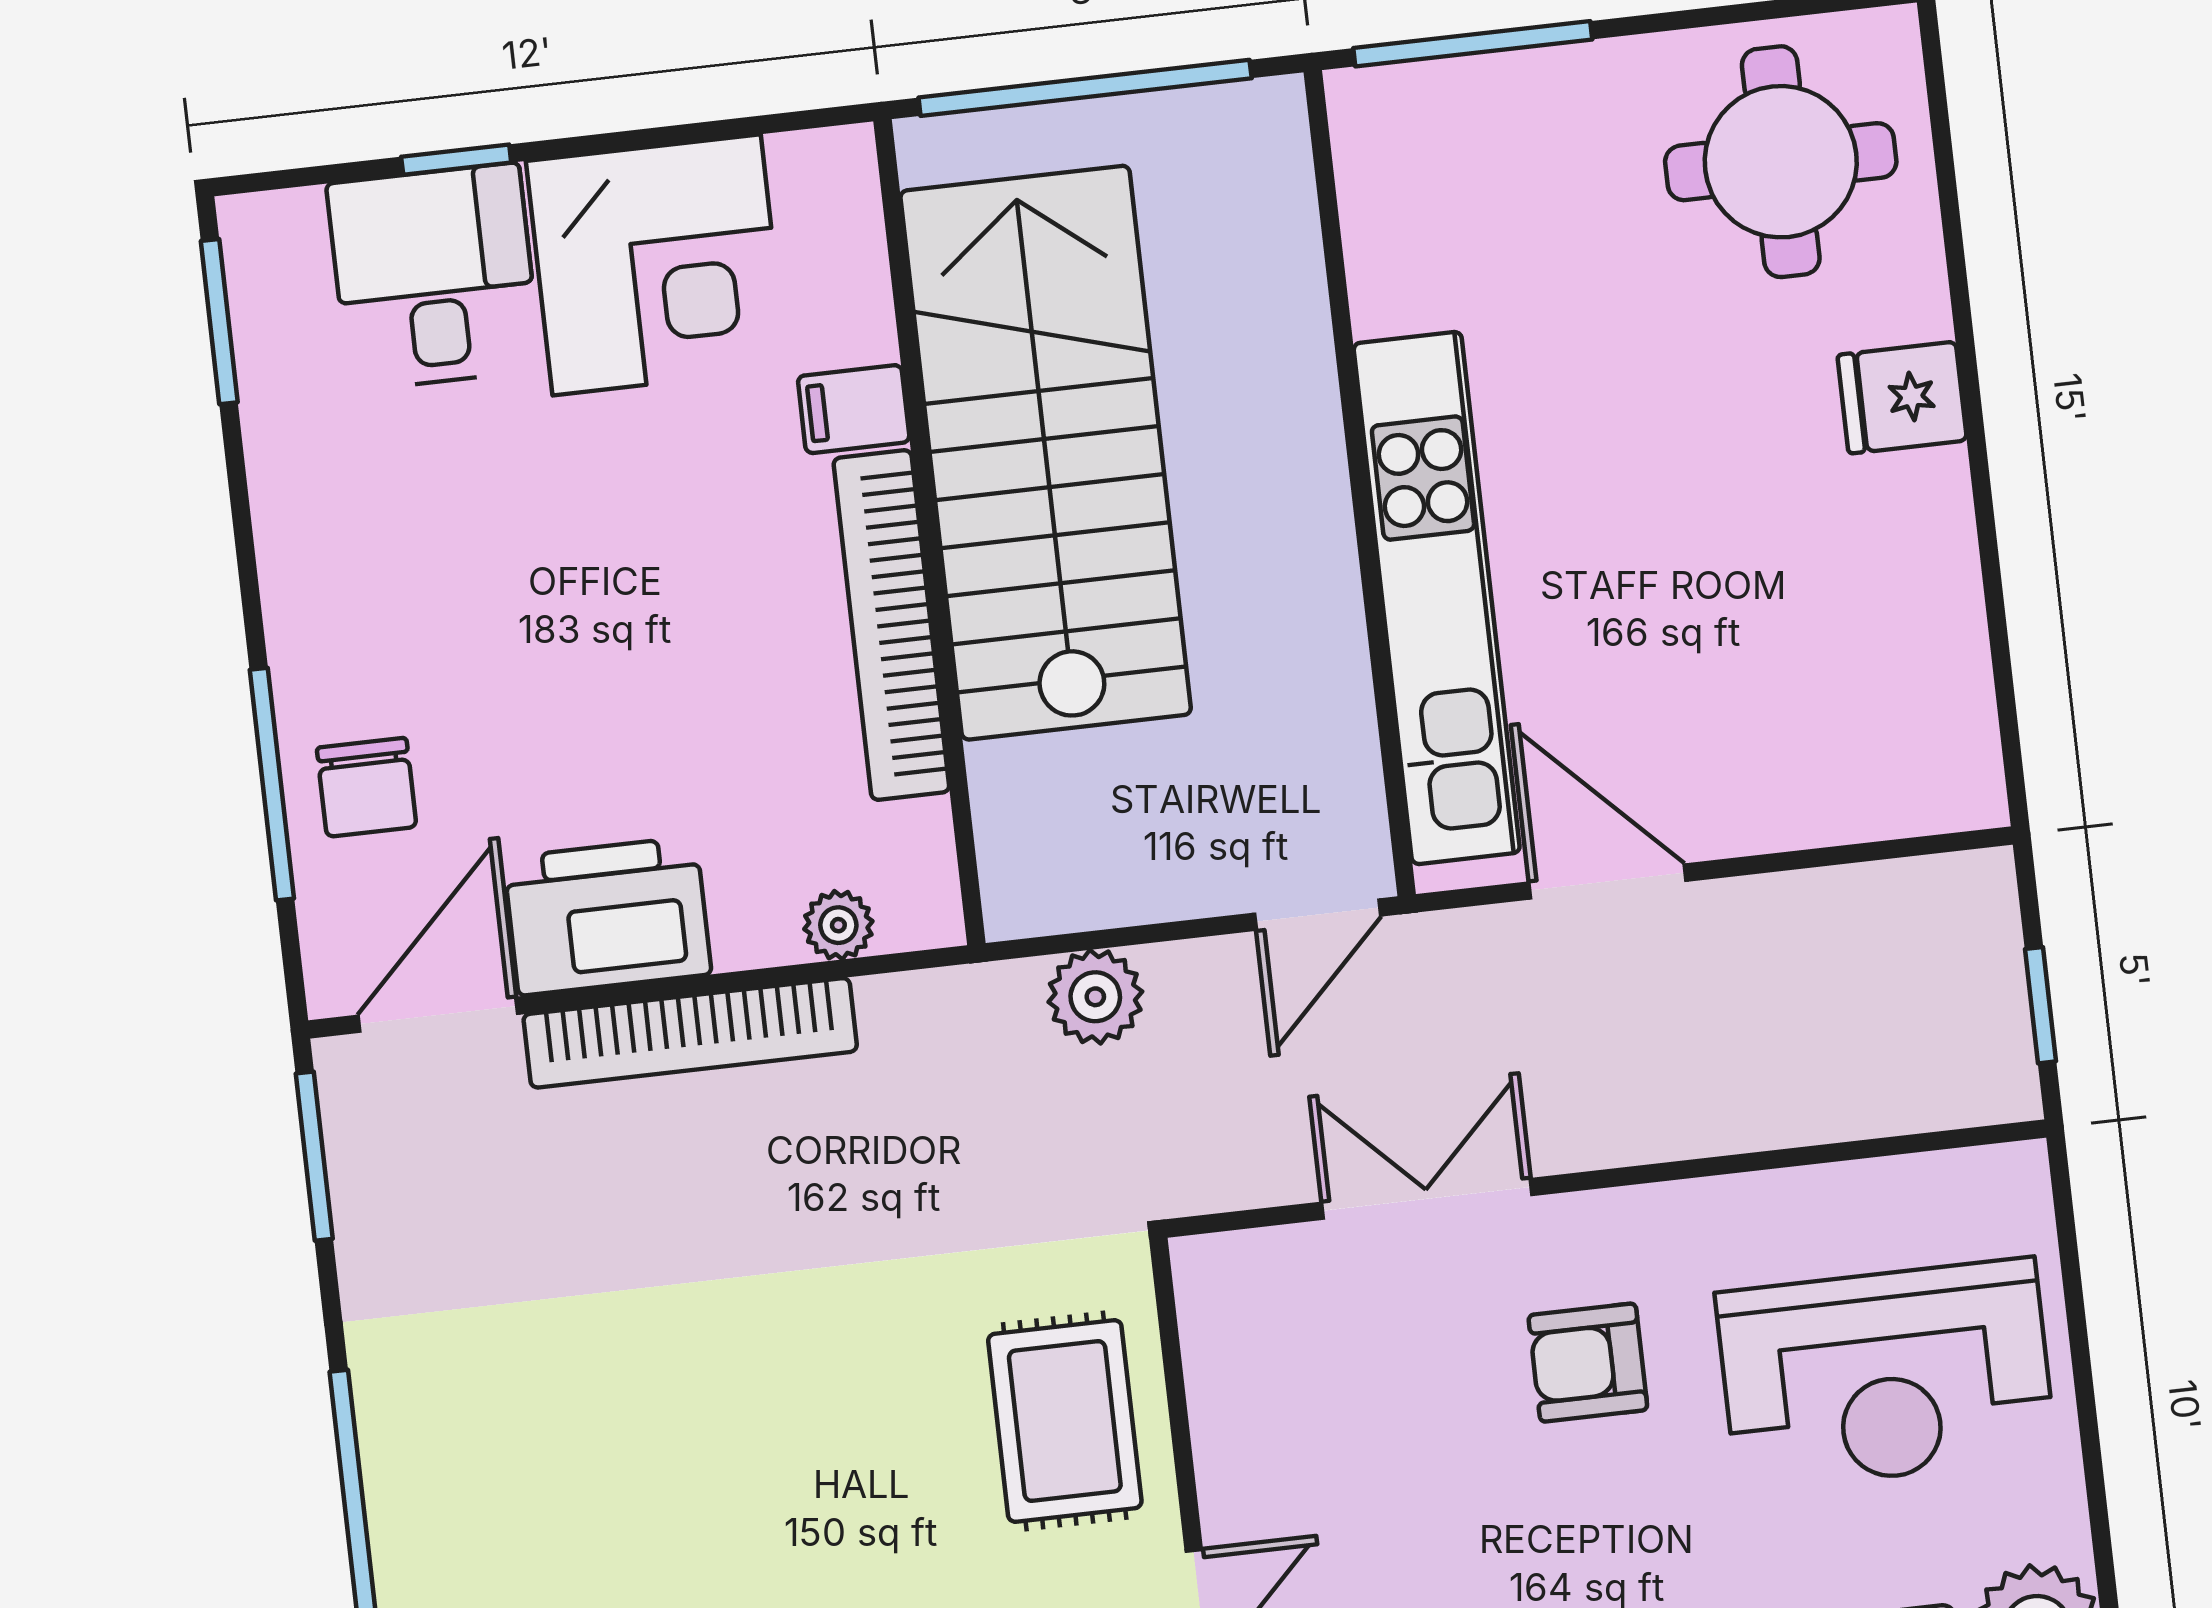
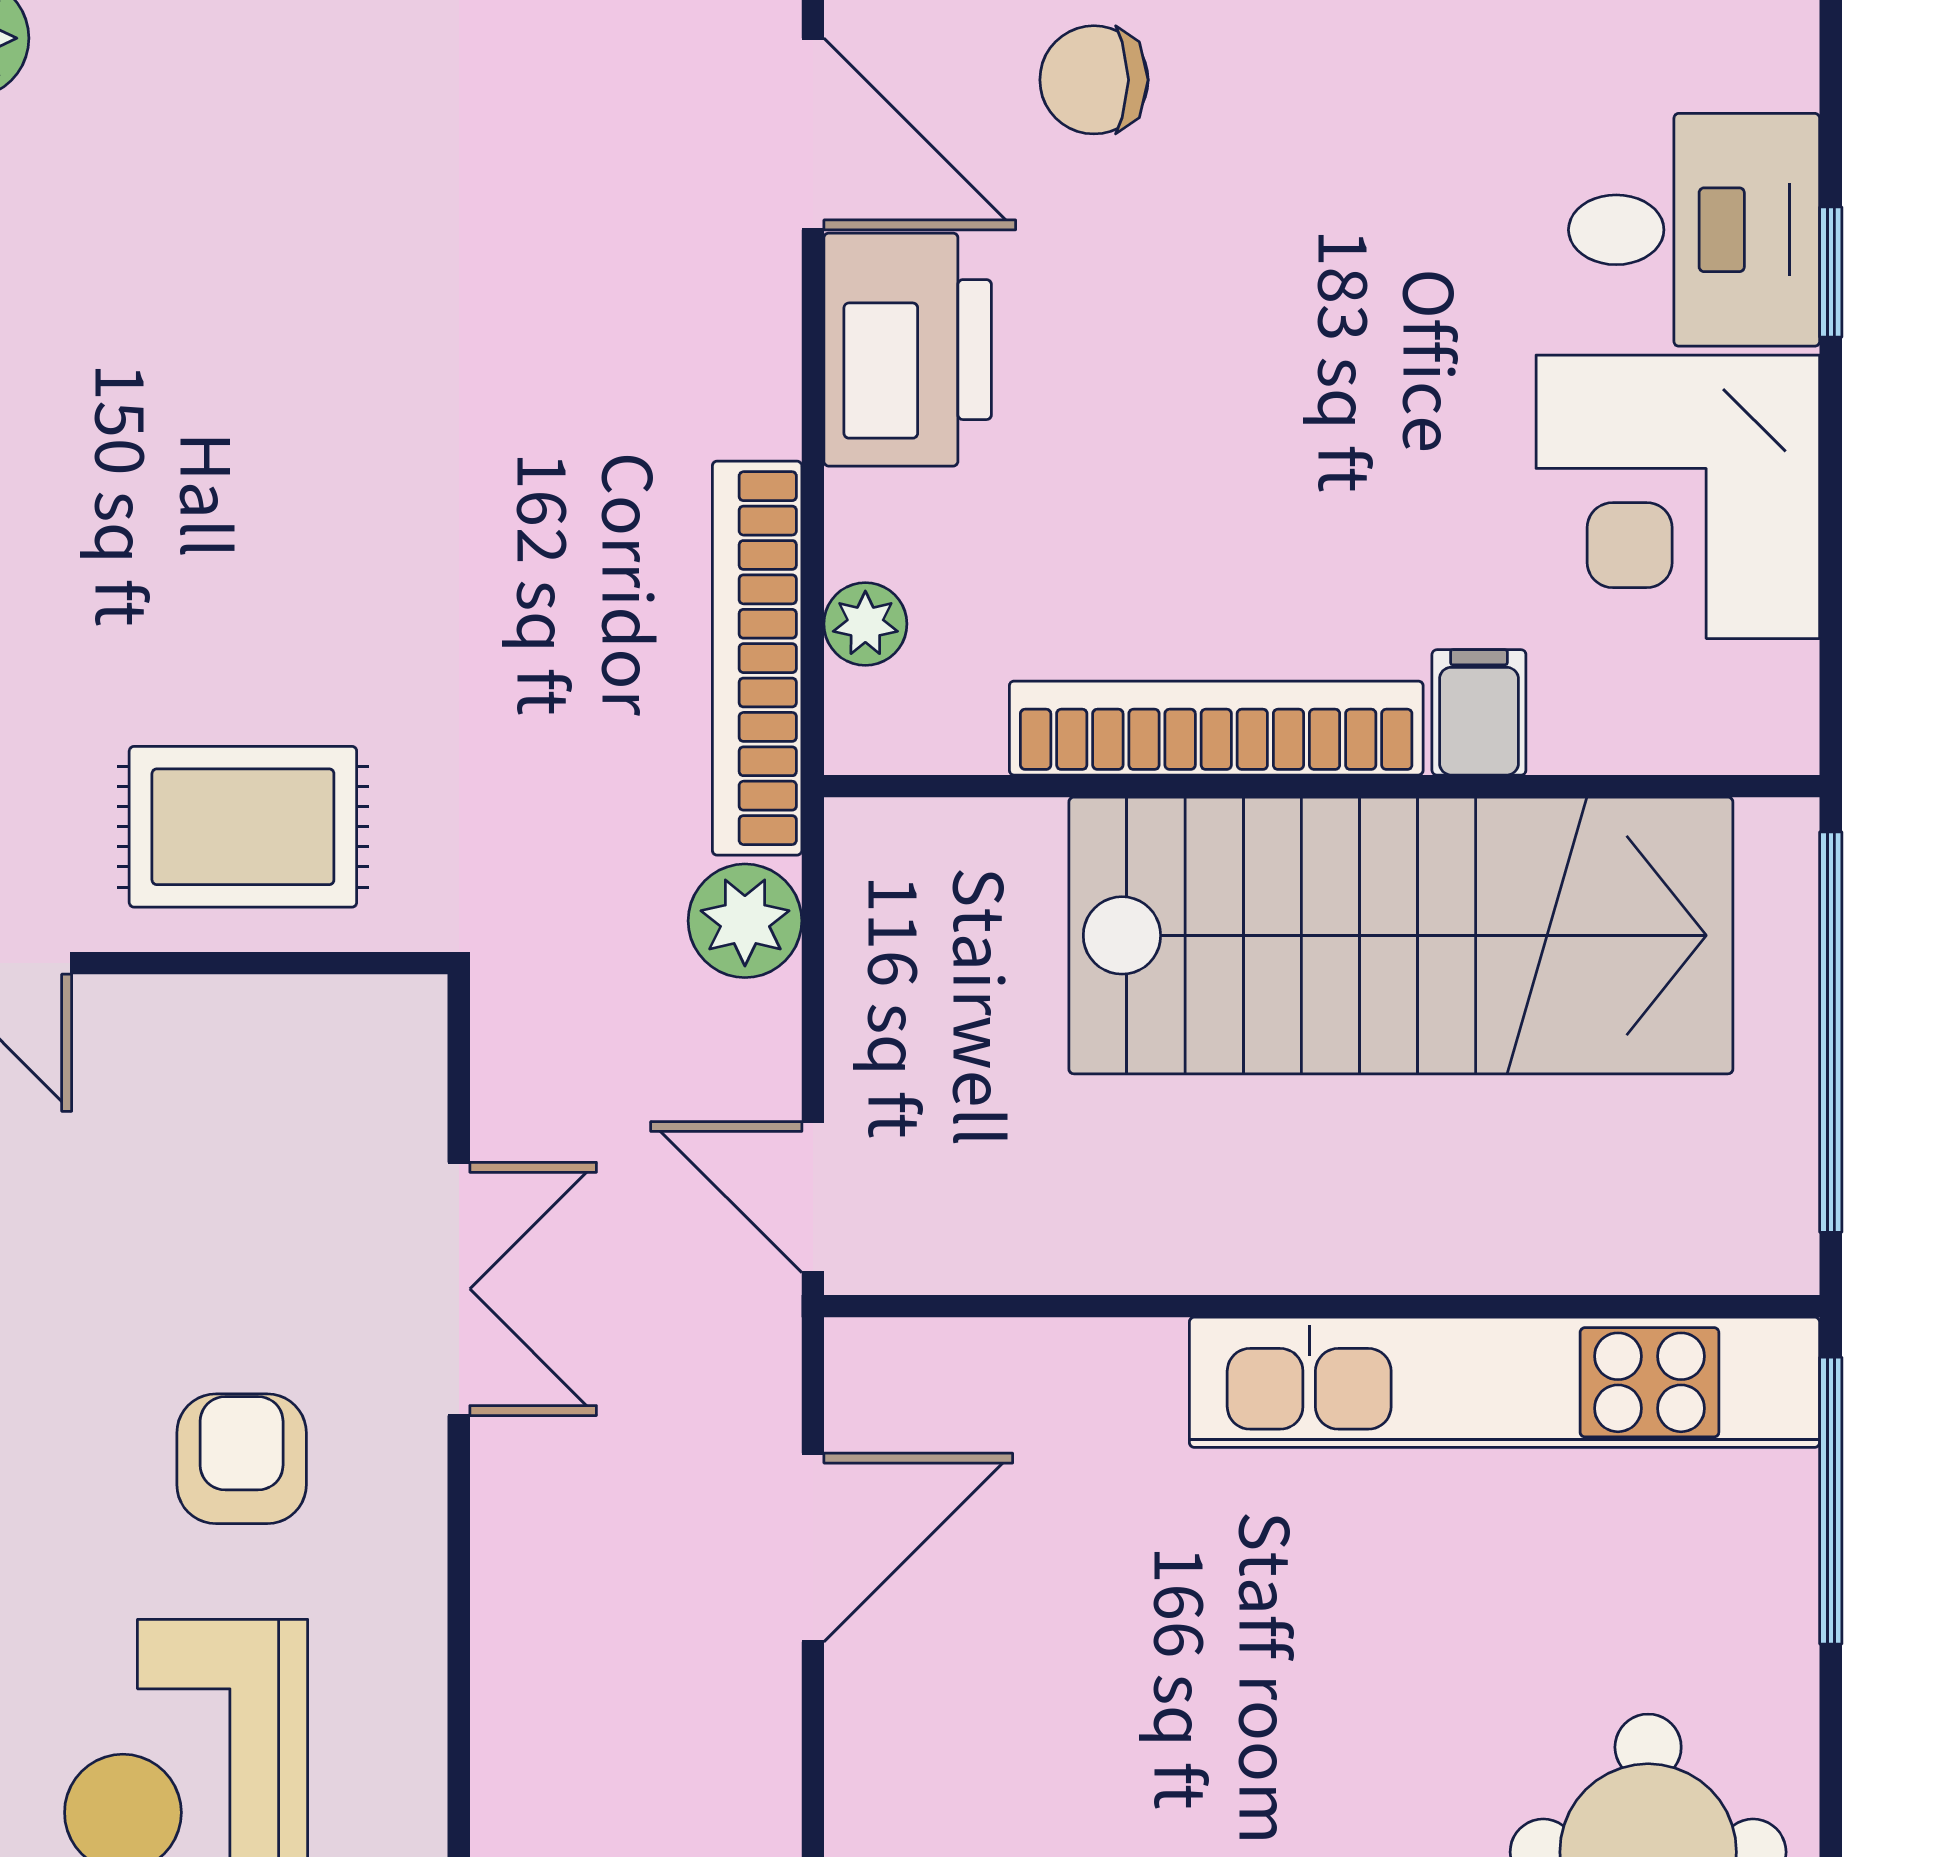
kitchen unit: (1437, 598) -> (1505, 1382), moved
bookcase: (690, 1033) -> (757, 658), moved

